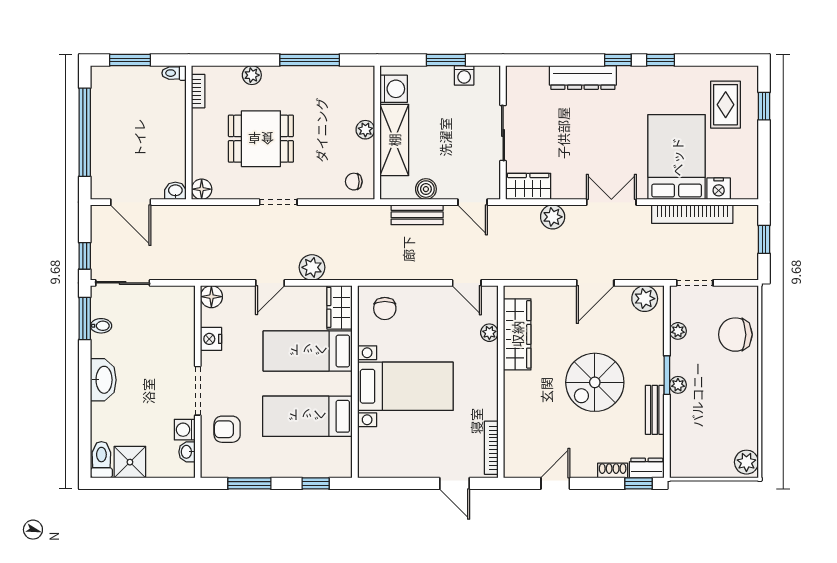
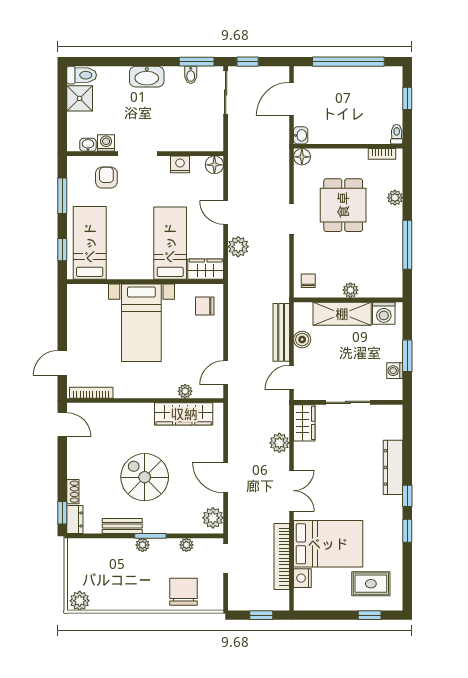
window: (130, 60) -> (407, 98), width x0.67
bench: (417, 215) -> (281, 332), width x1.36
bed: (307, 416) -> (90, 243), moved
door: (555, 483) -> (62, 425), moved

